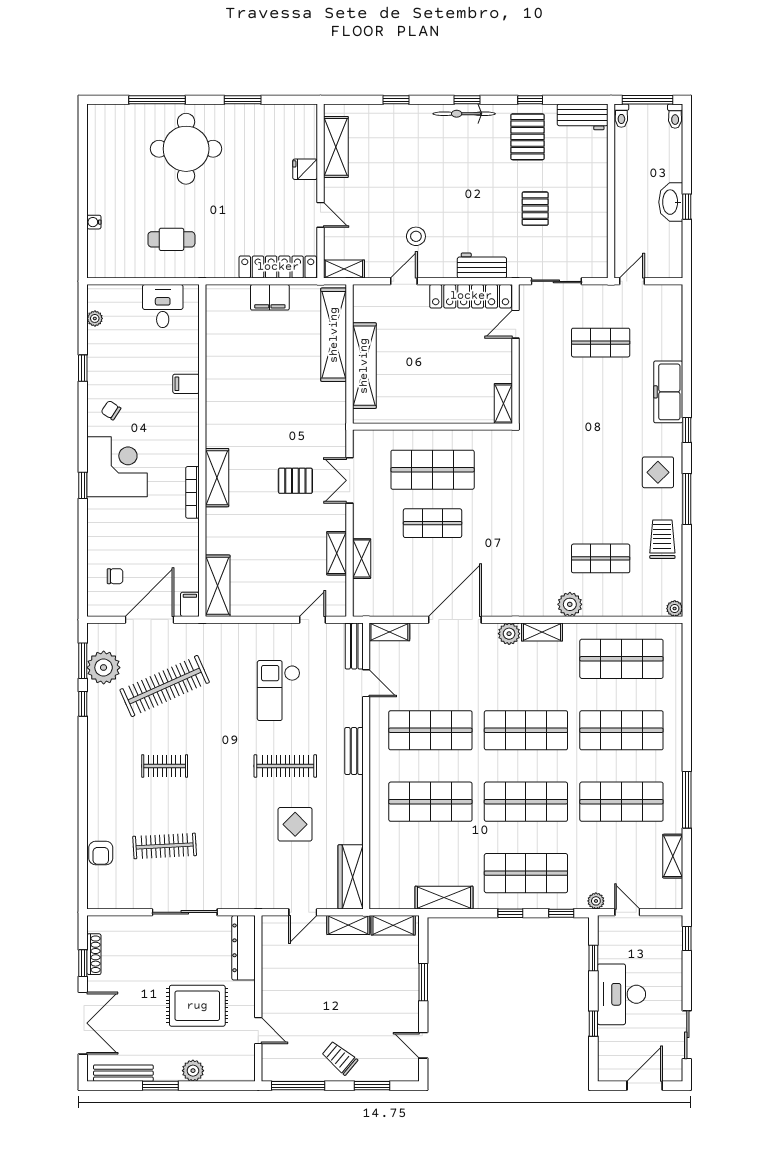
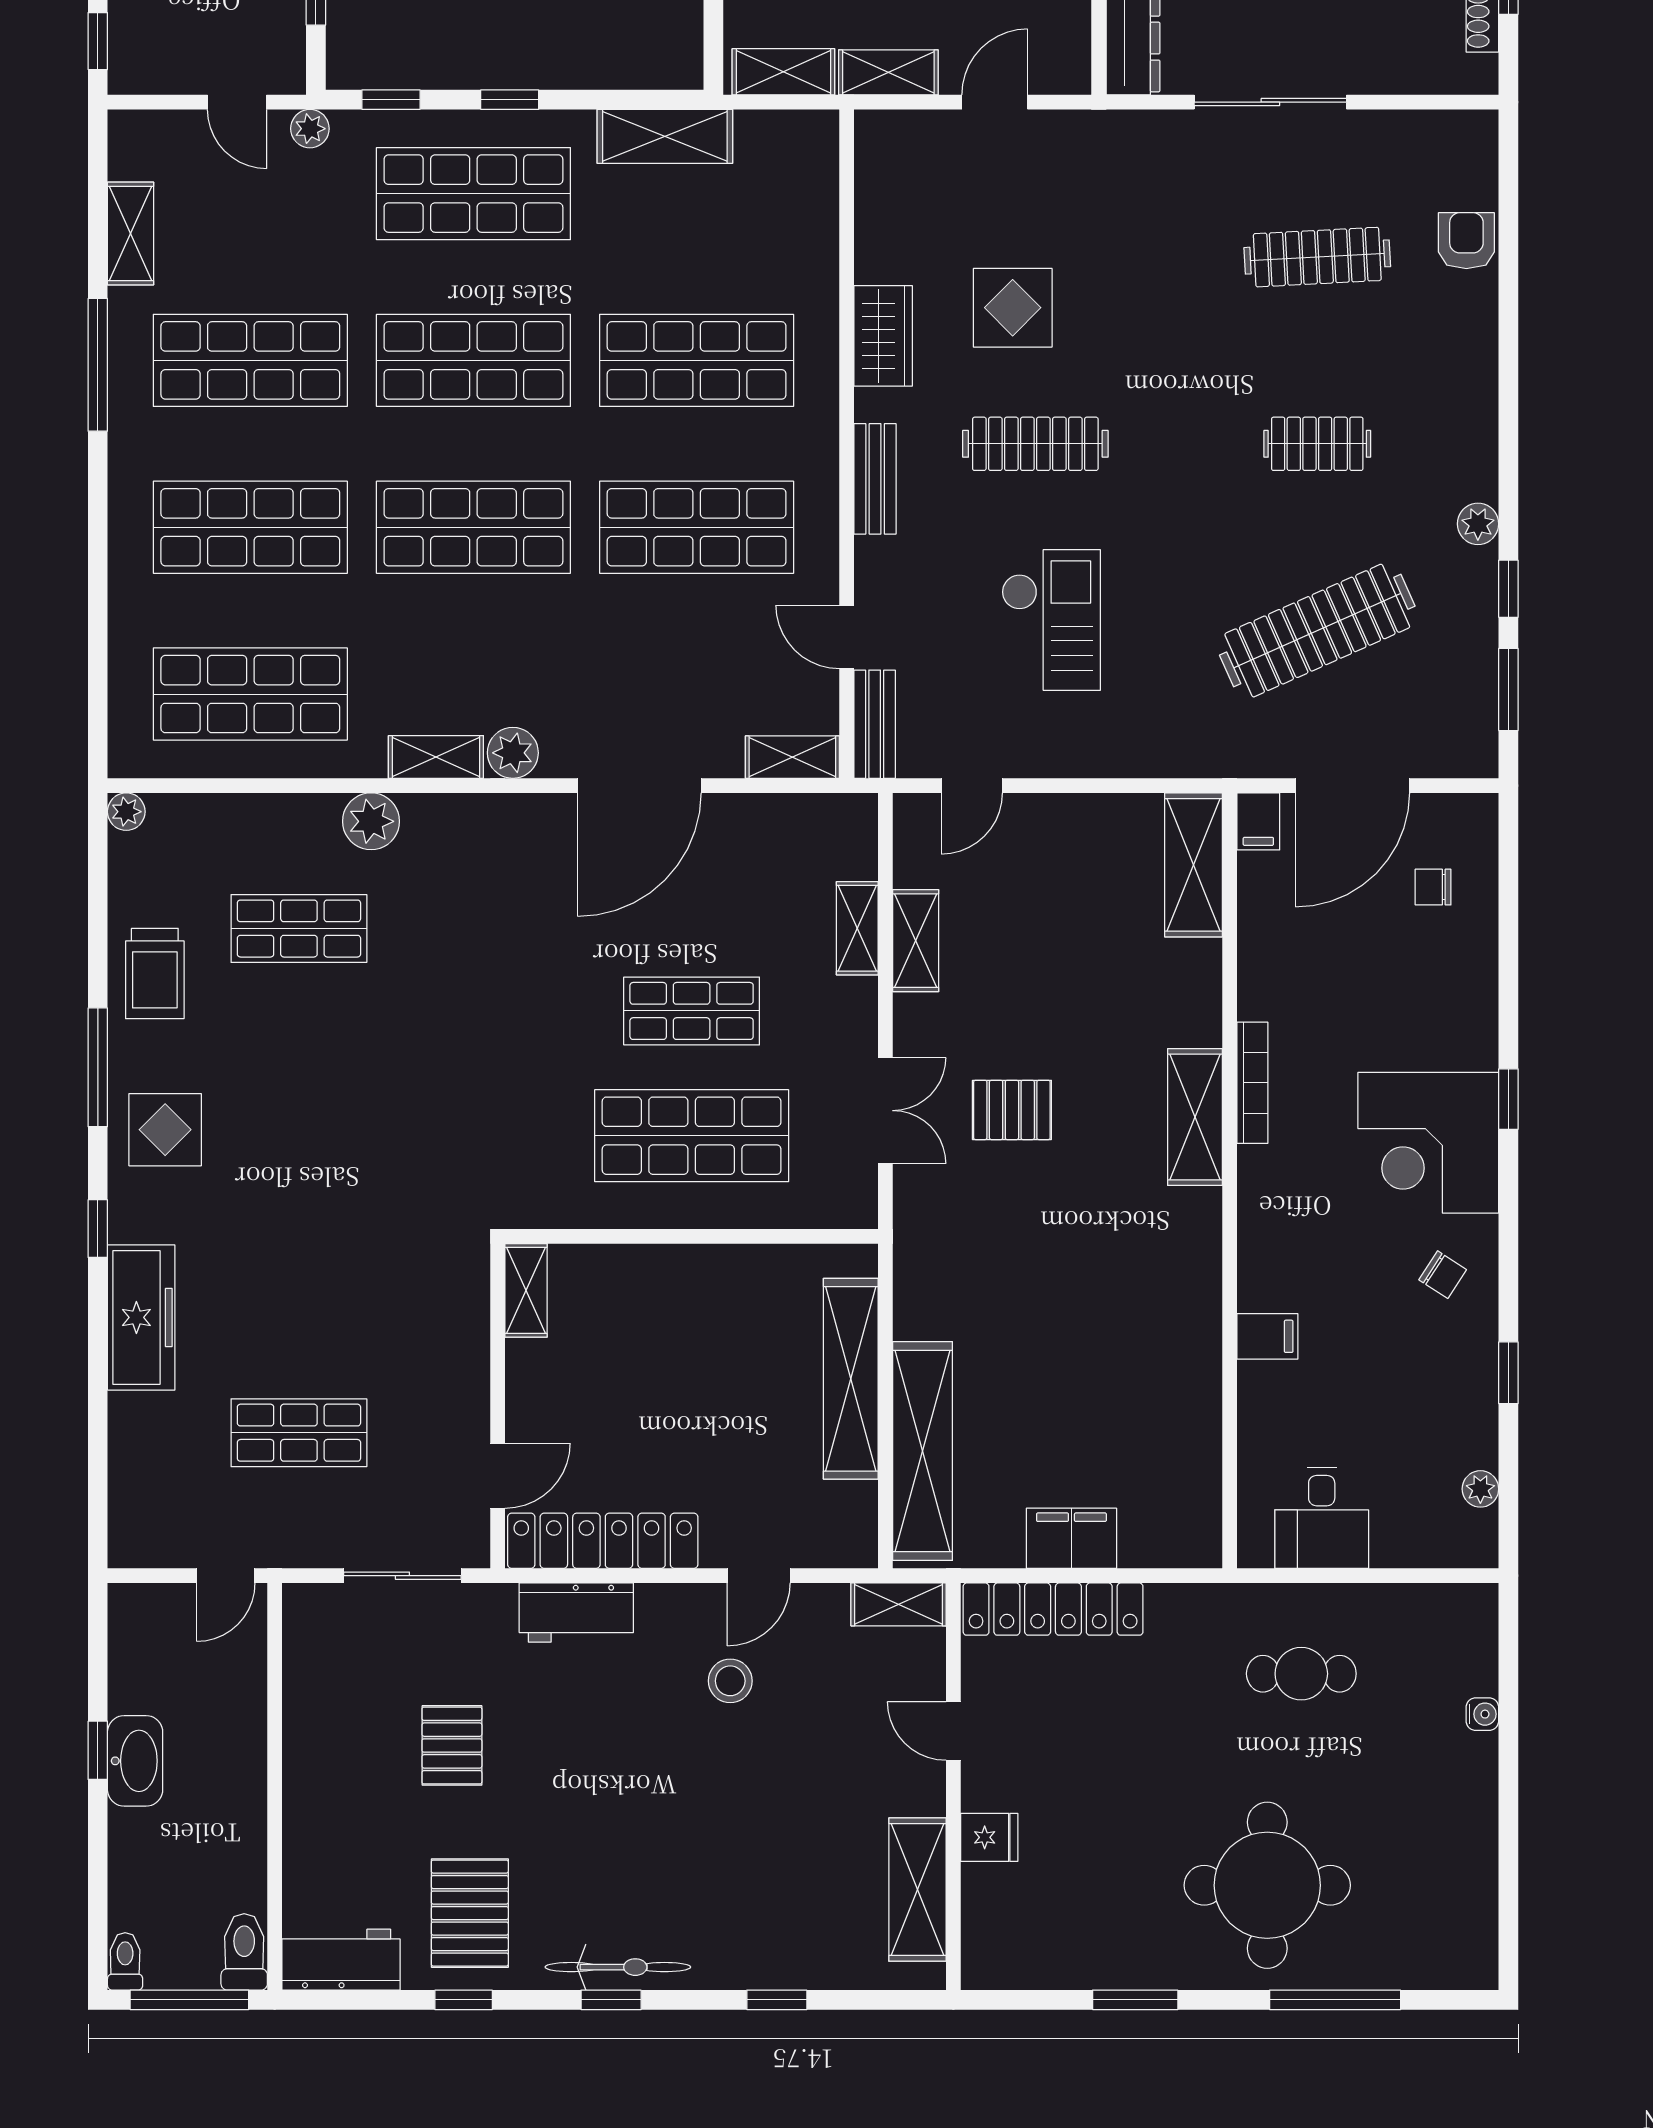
toilet: (621, 116) -> (244, 1952), width x1.37, depth x1.39
plant: (104, 668) -> (1478, 524), moved, width x0.53, depth x0.53
wardrobe: (351, 877) -> (883, 336), moved, width x0.67

